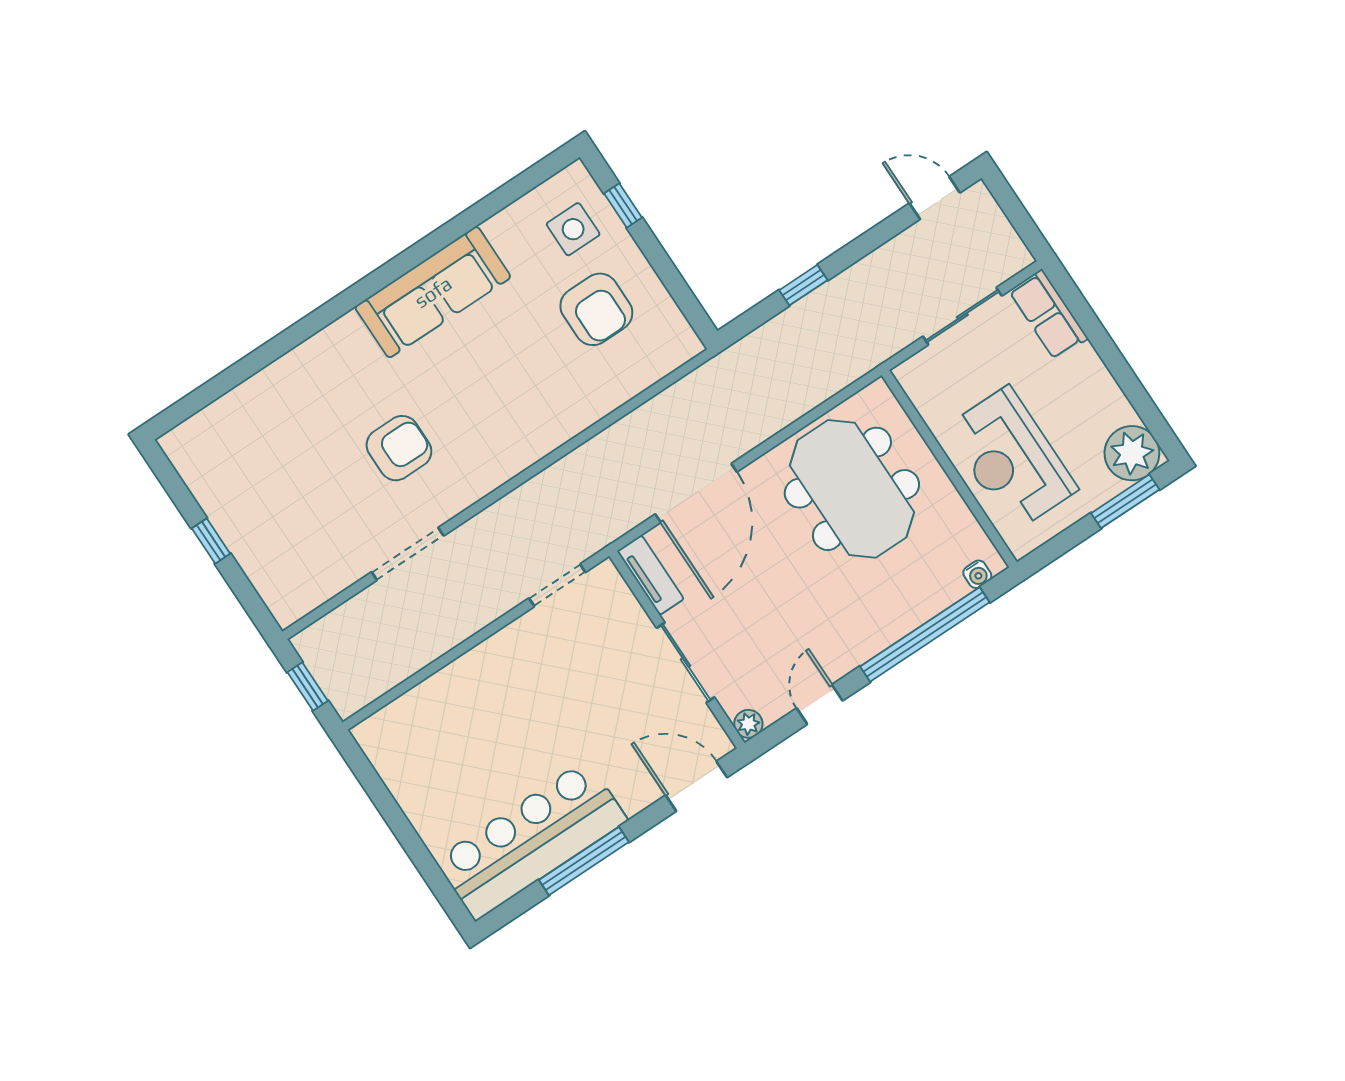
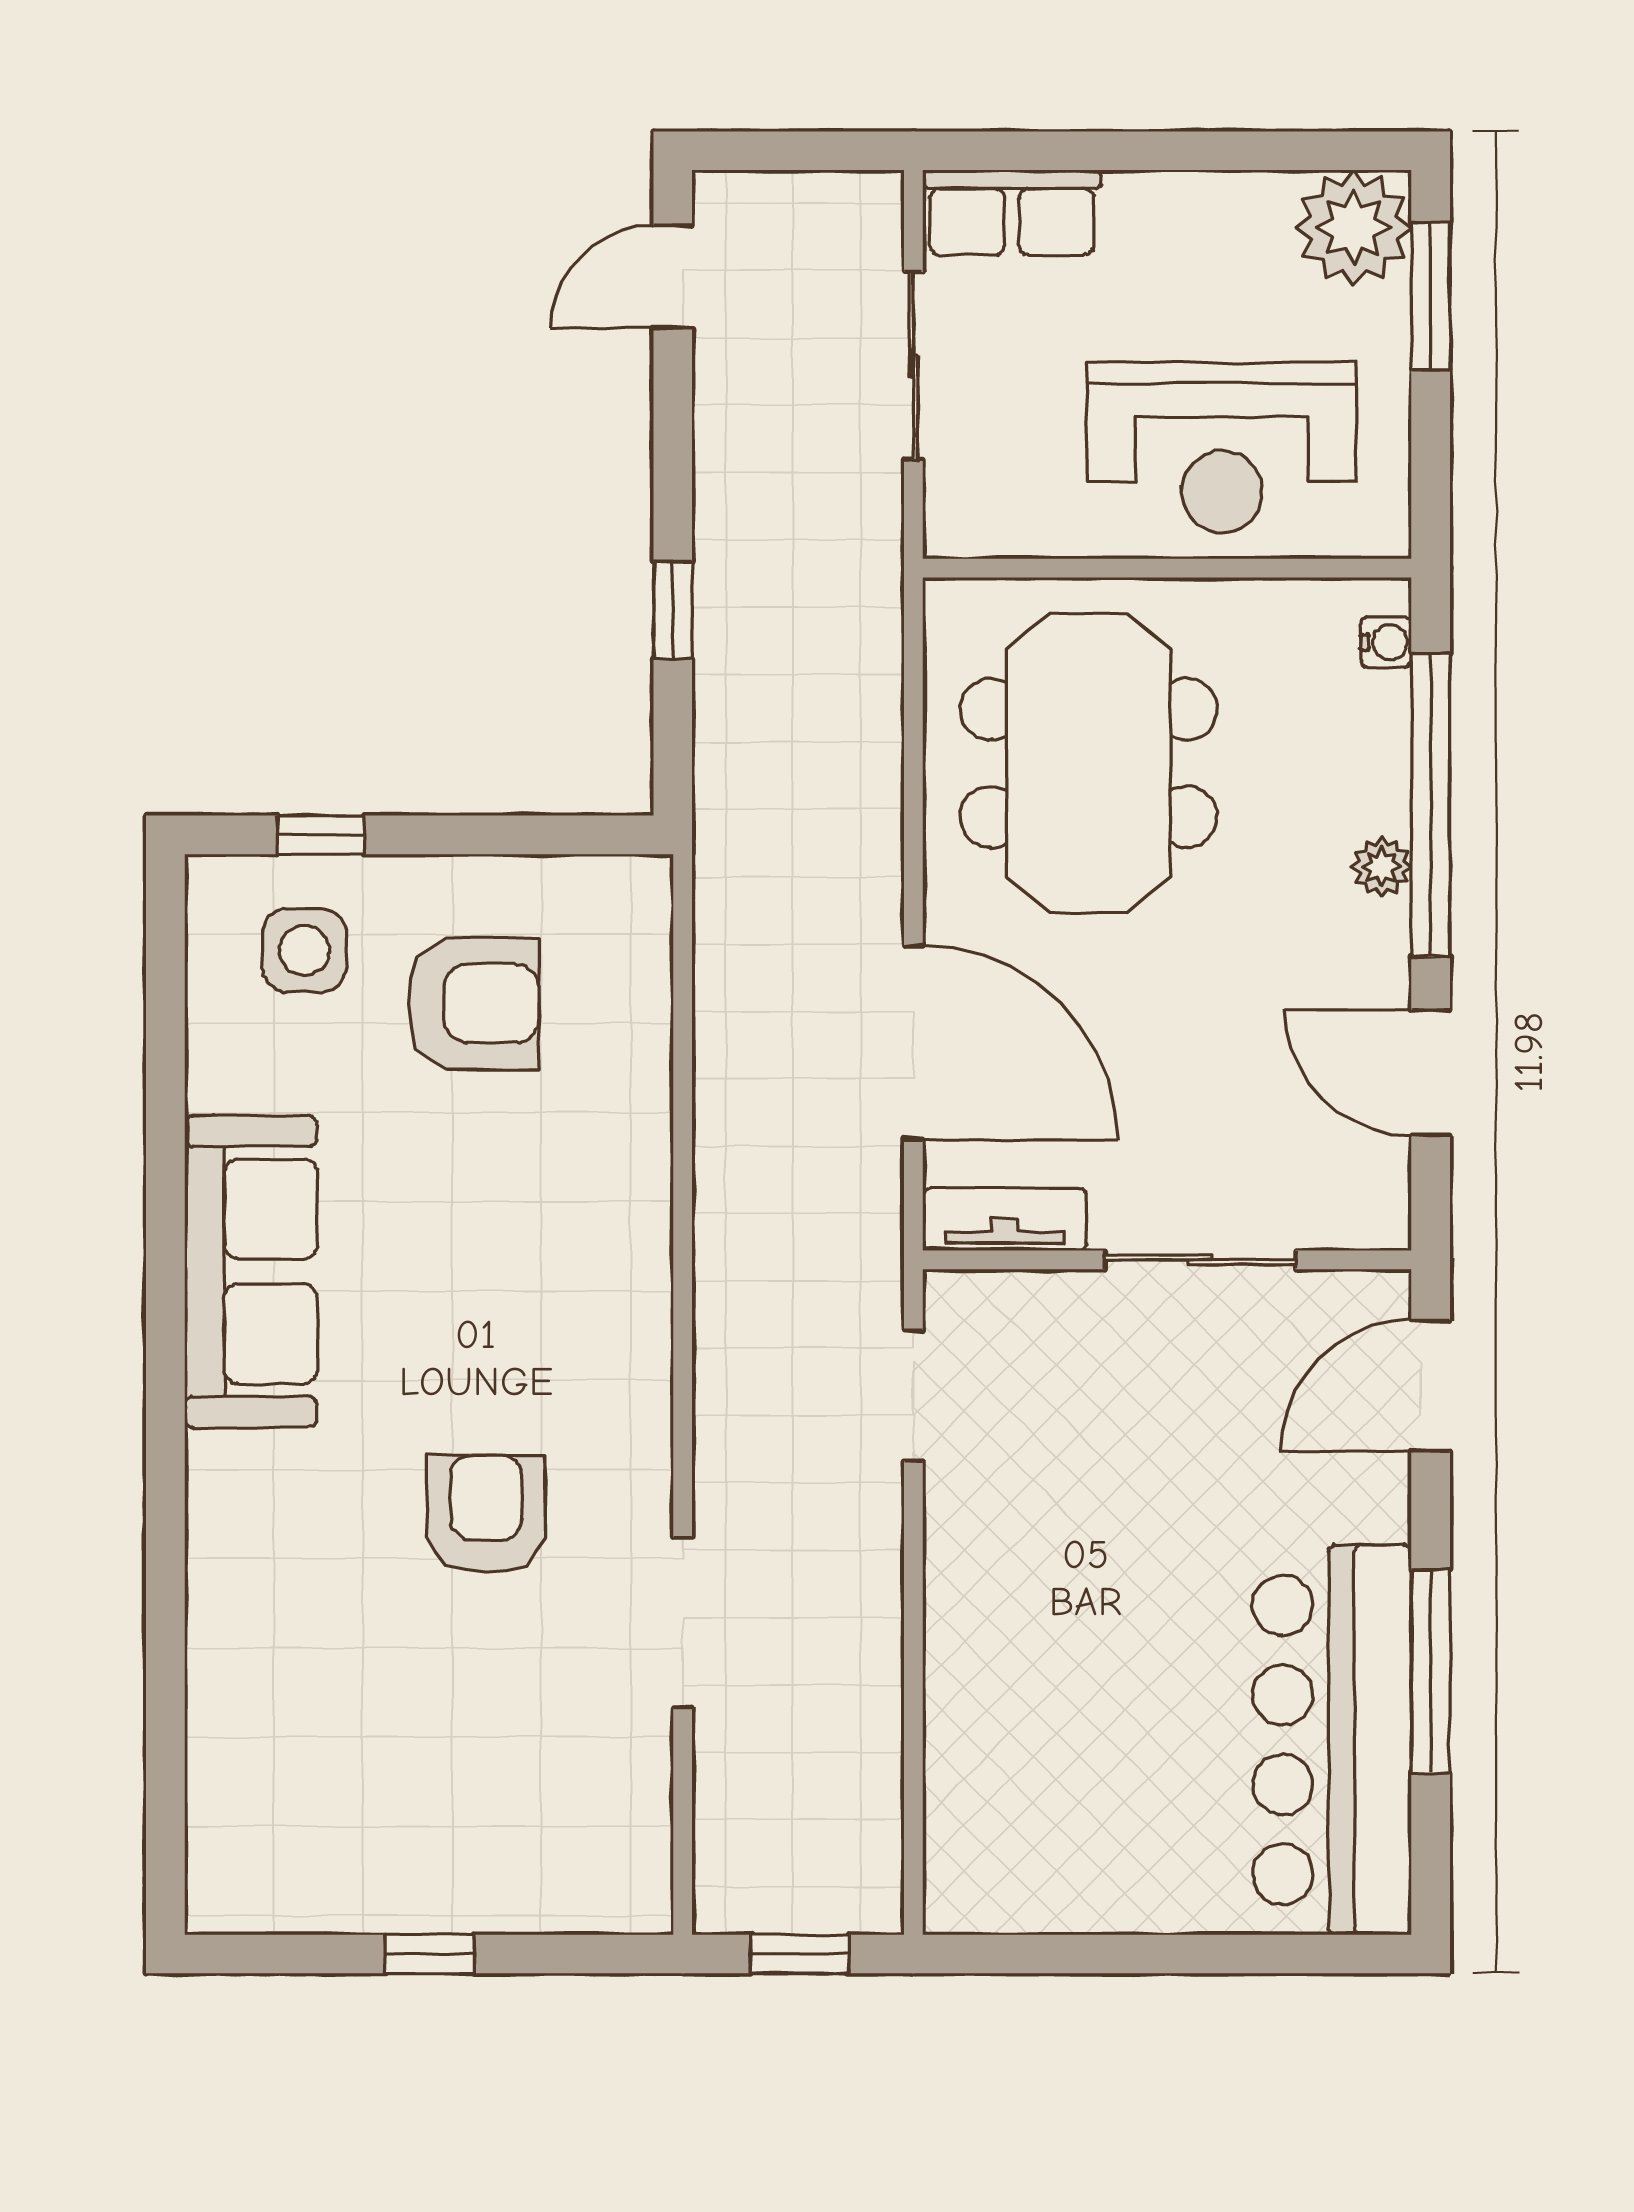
meeting table: (852, 489) -> (1089, 763), turned 90
door: (820, 704) -> (1431, 1073), width x1.38
plant: (748, 724) -> (1382, 867), moved

